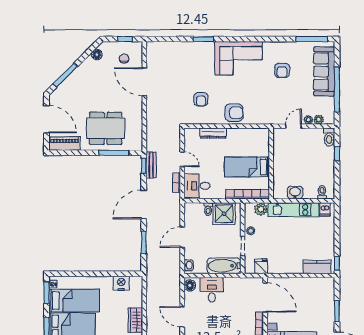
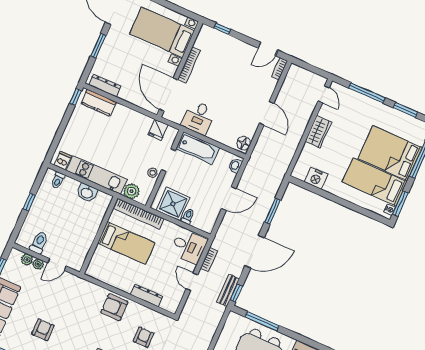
toilet: (329, 137) -> (39, 243), moved
window: (337, 154) -> (29, 202), moved
dresser: (318, 282) -> (105, 86), added
desk: (212, 290) -> (198, 118), moved

